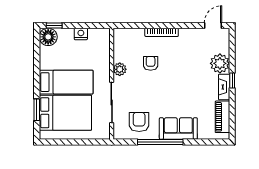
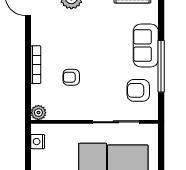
nightstand: (81, 34) -> (38, 142), moved
plant: (120, 69) -> (38, 113), moved

